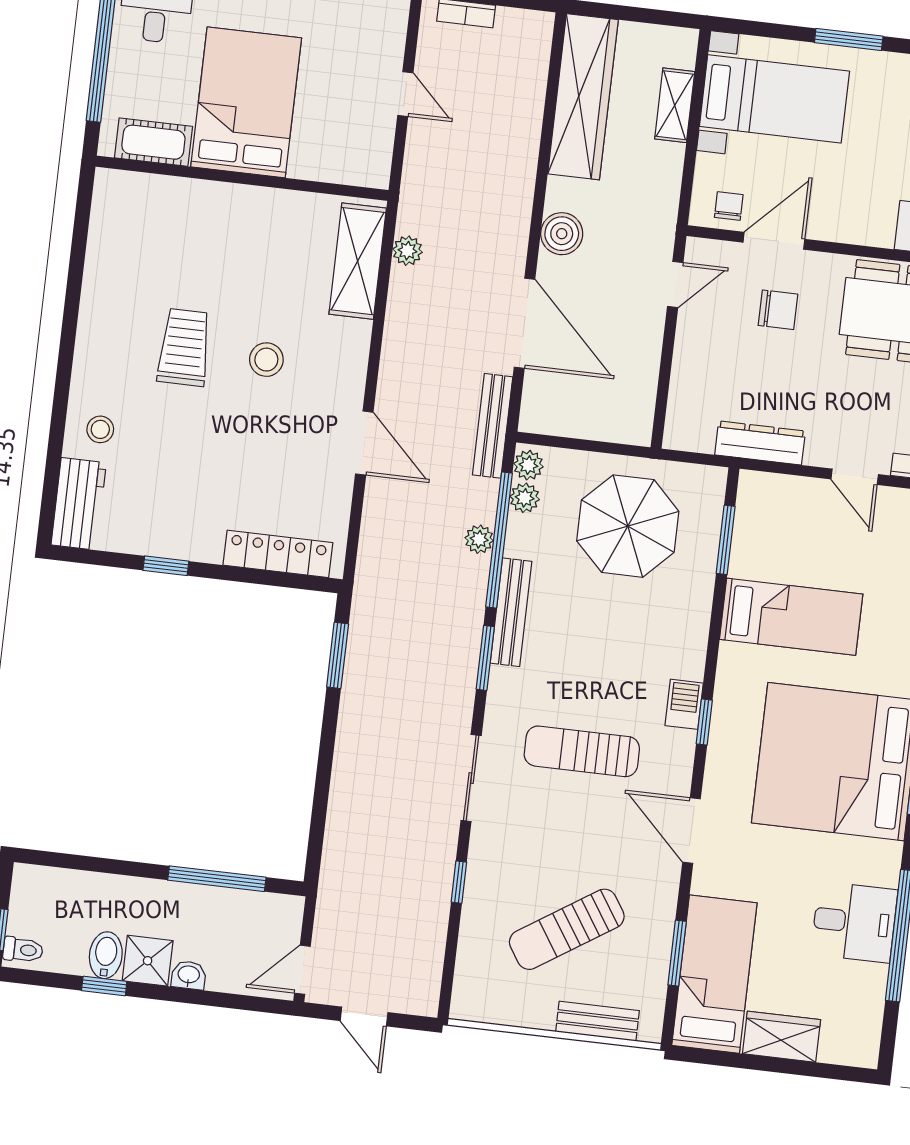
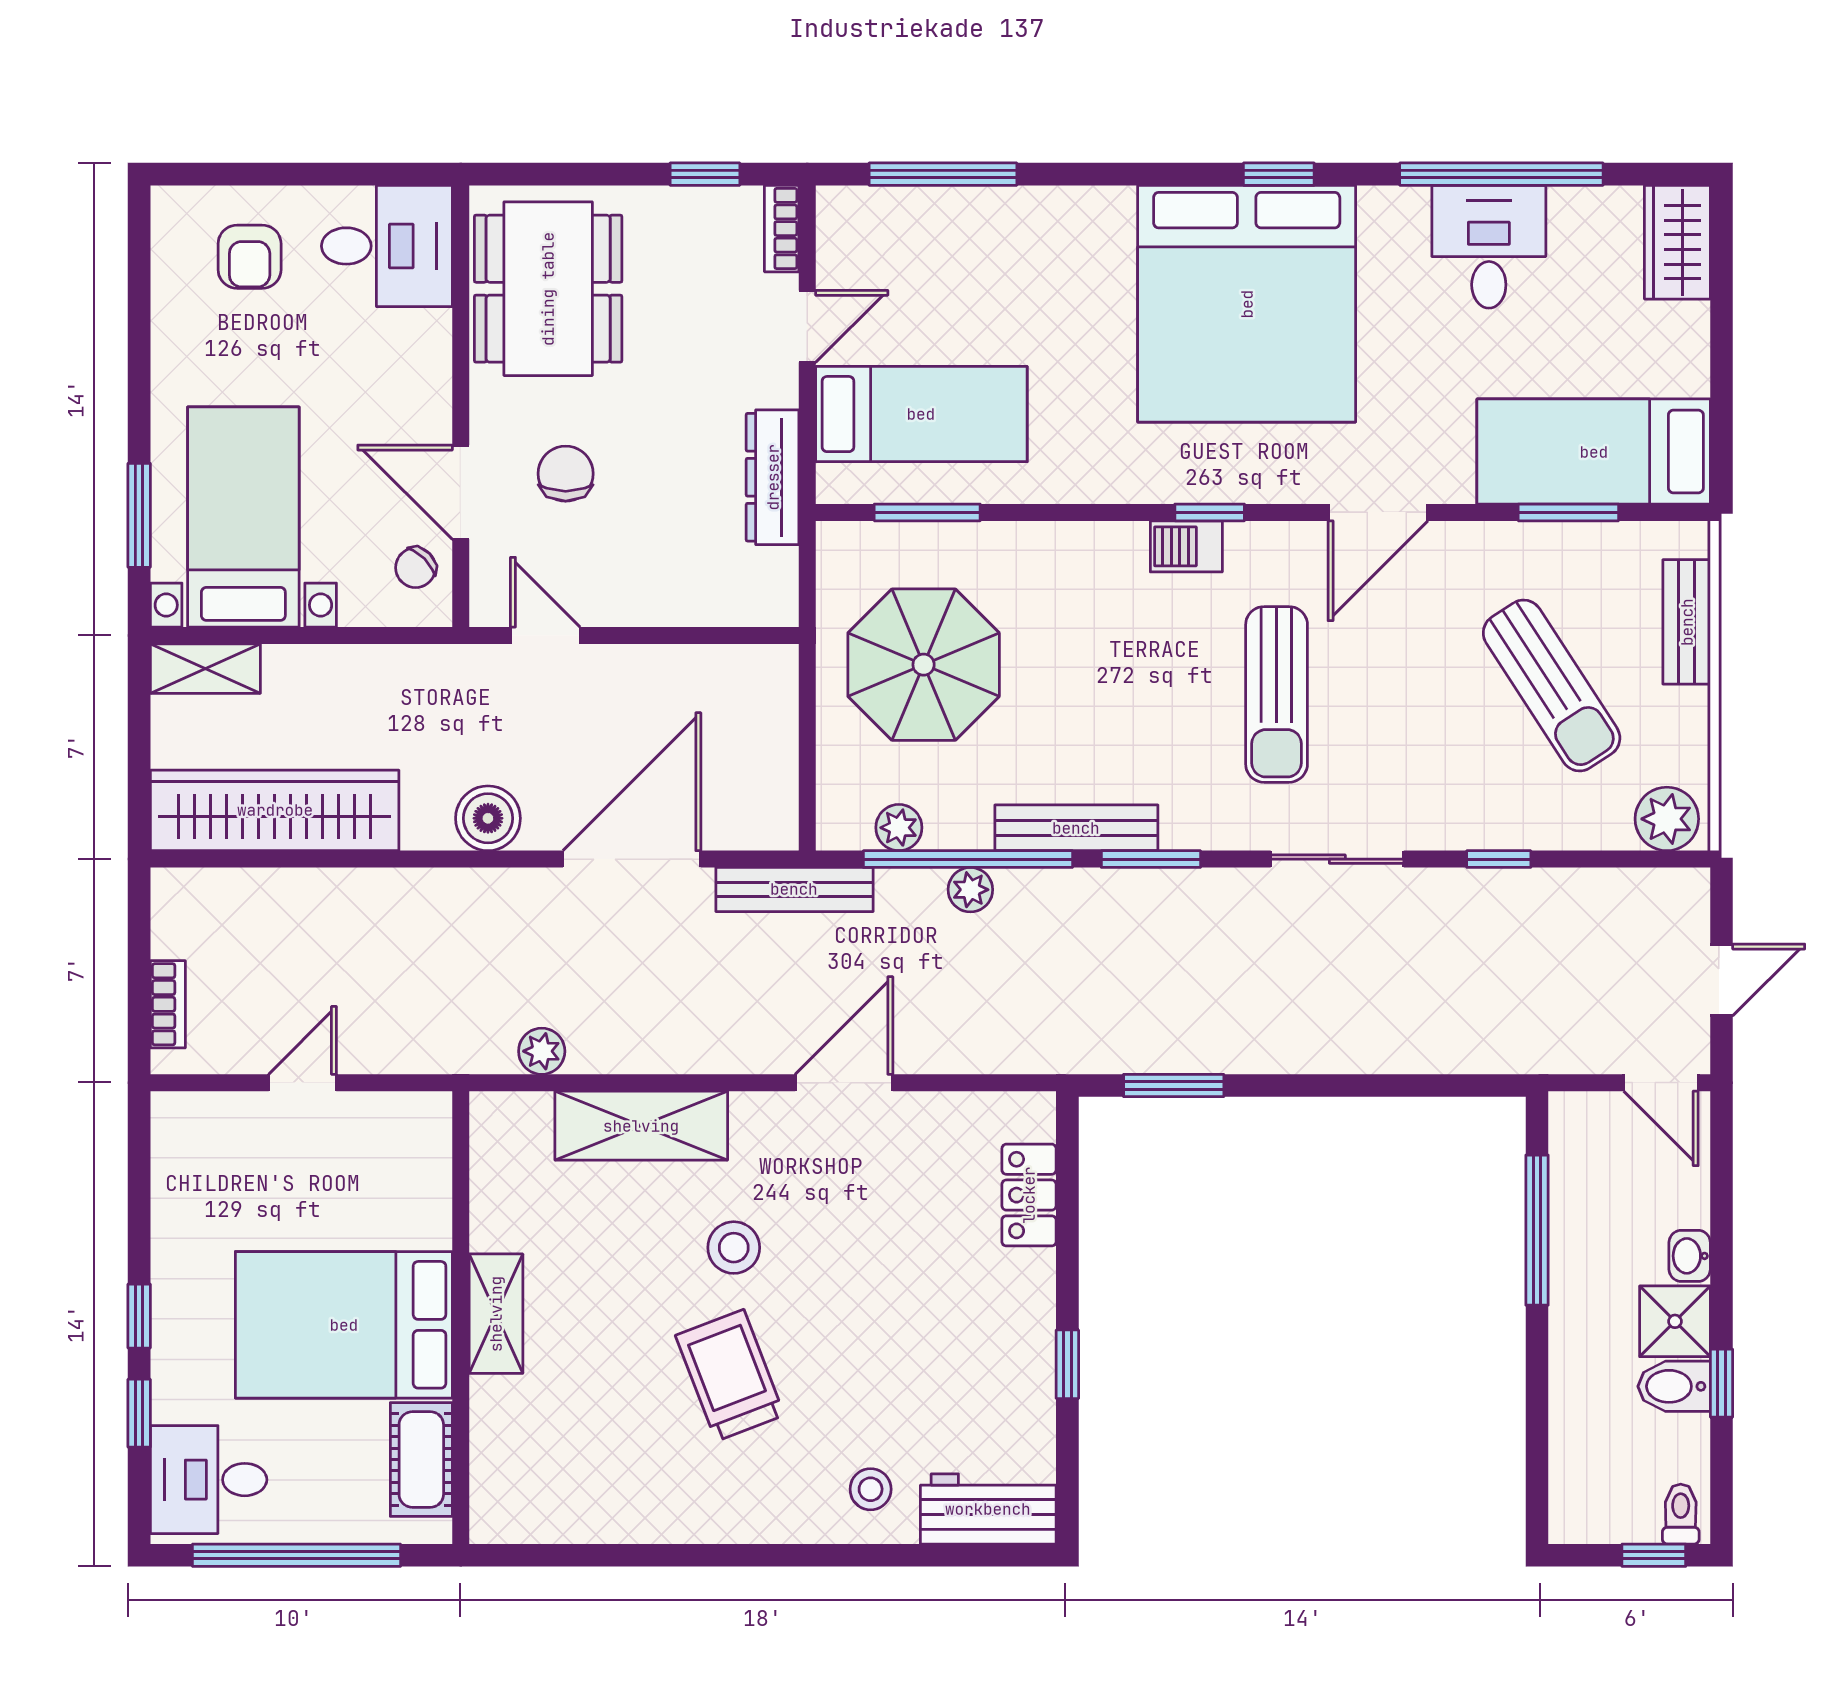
window: (849, 39) -> (139, 515), moved
shelving: (675, 105) -> (205, 669), moved
shelving: (242, 201) -> (496, 1314), added
chair: (729, 206) -> (416, 568), turned -45
shelving: (358, 261) -> (641, 1126), moved
trolley: (184, 347) -> (730, 1375), turned 69
plant: (528, 465) -> (1667, 819), moved, width x1.38, depth x1.38
locker: (278, 554) -> (1029, 1195), width x0.66
bed: (791, 617) -> (921, 414), moved, turned 90
wardrobe: (781, 1037) -> (1677, 242), moved

